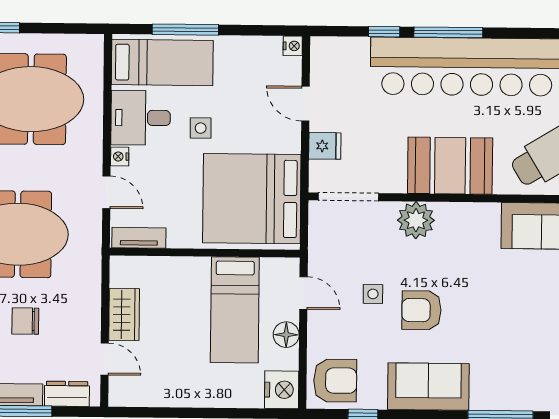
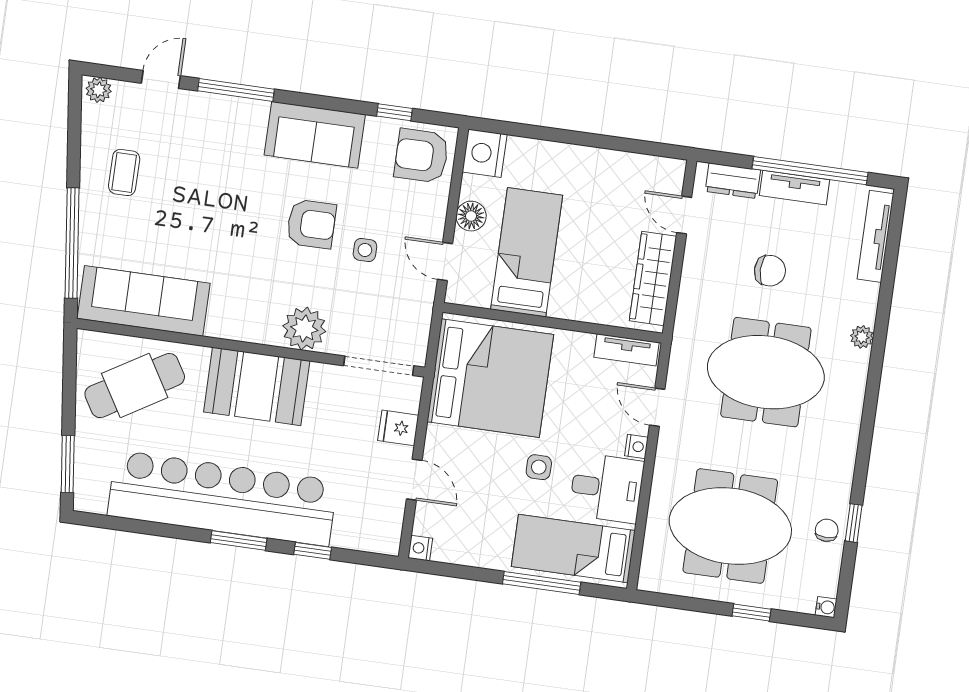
window: (448, 32) -> (239, 540), width x0.69
wardrobe: (124, 315) -> (653, 278), width x1.50

